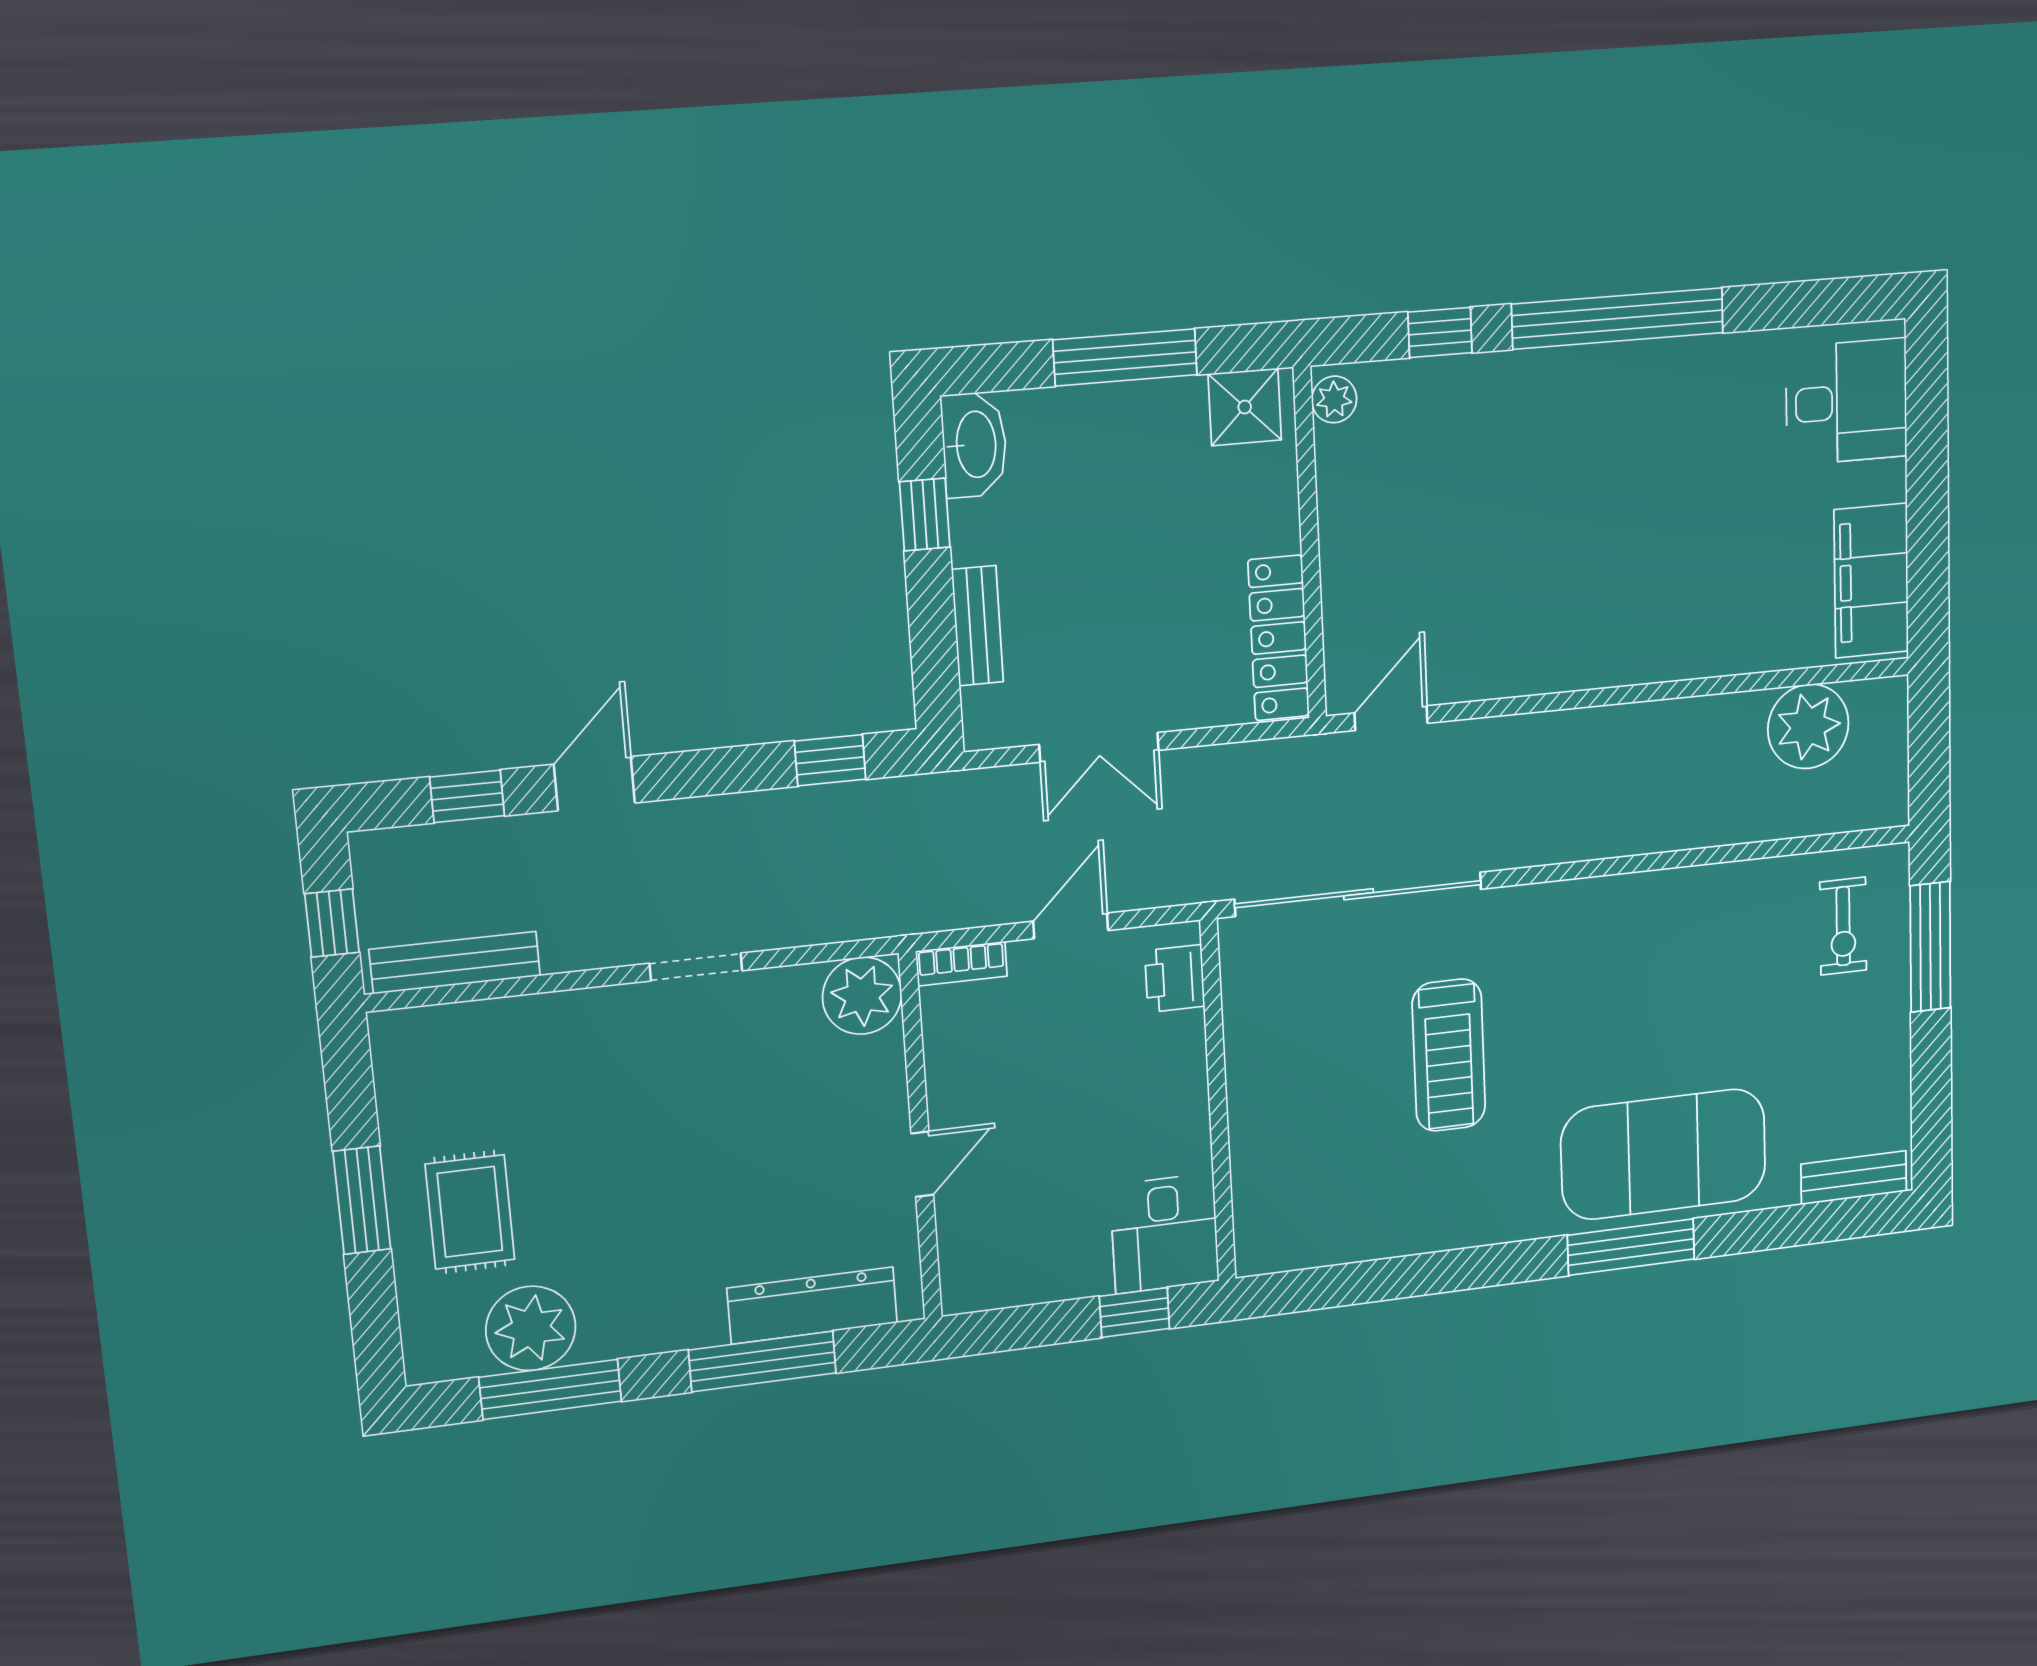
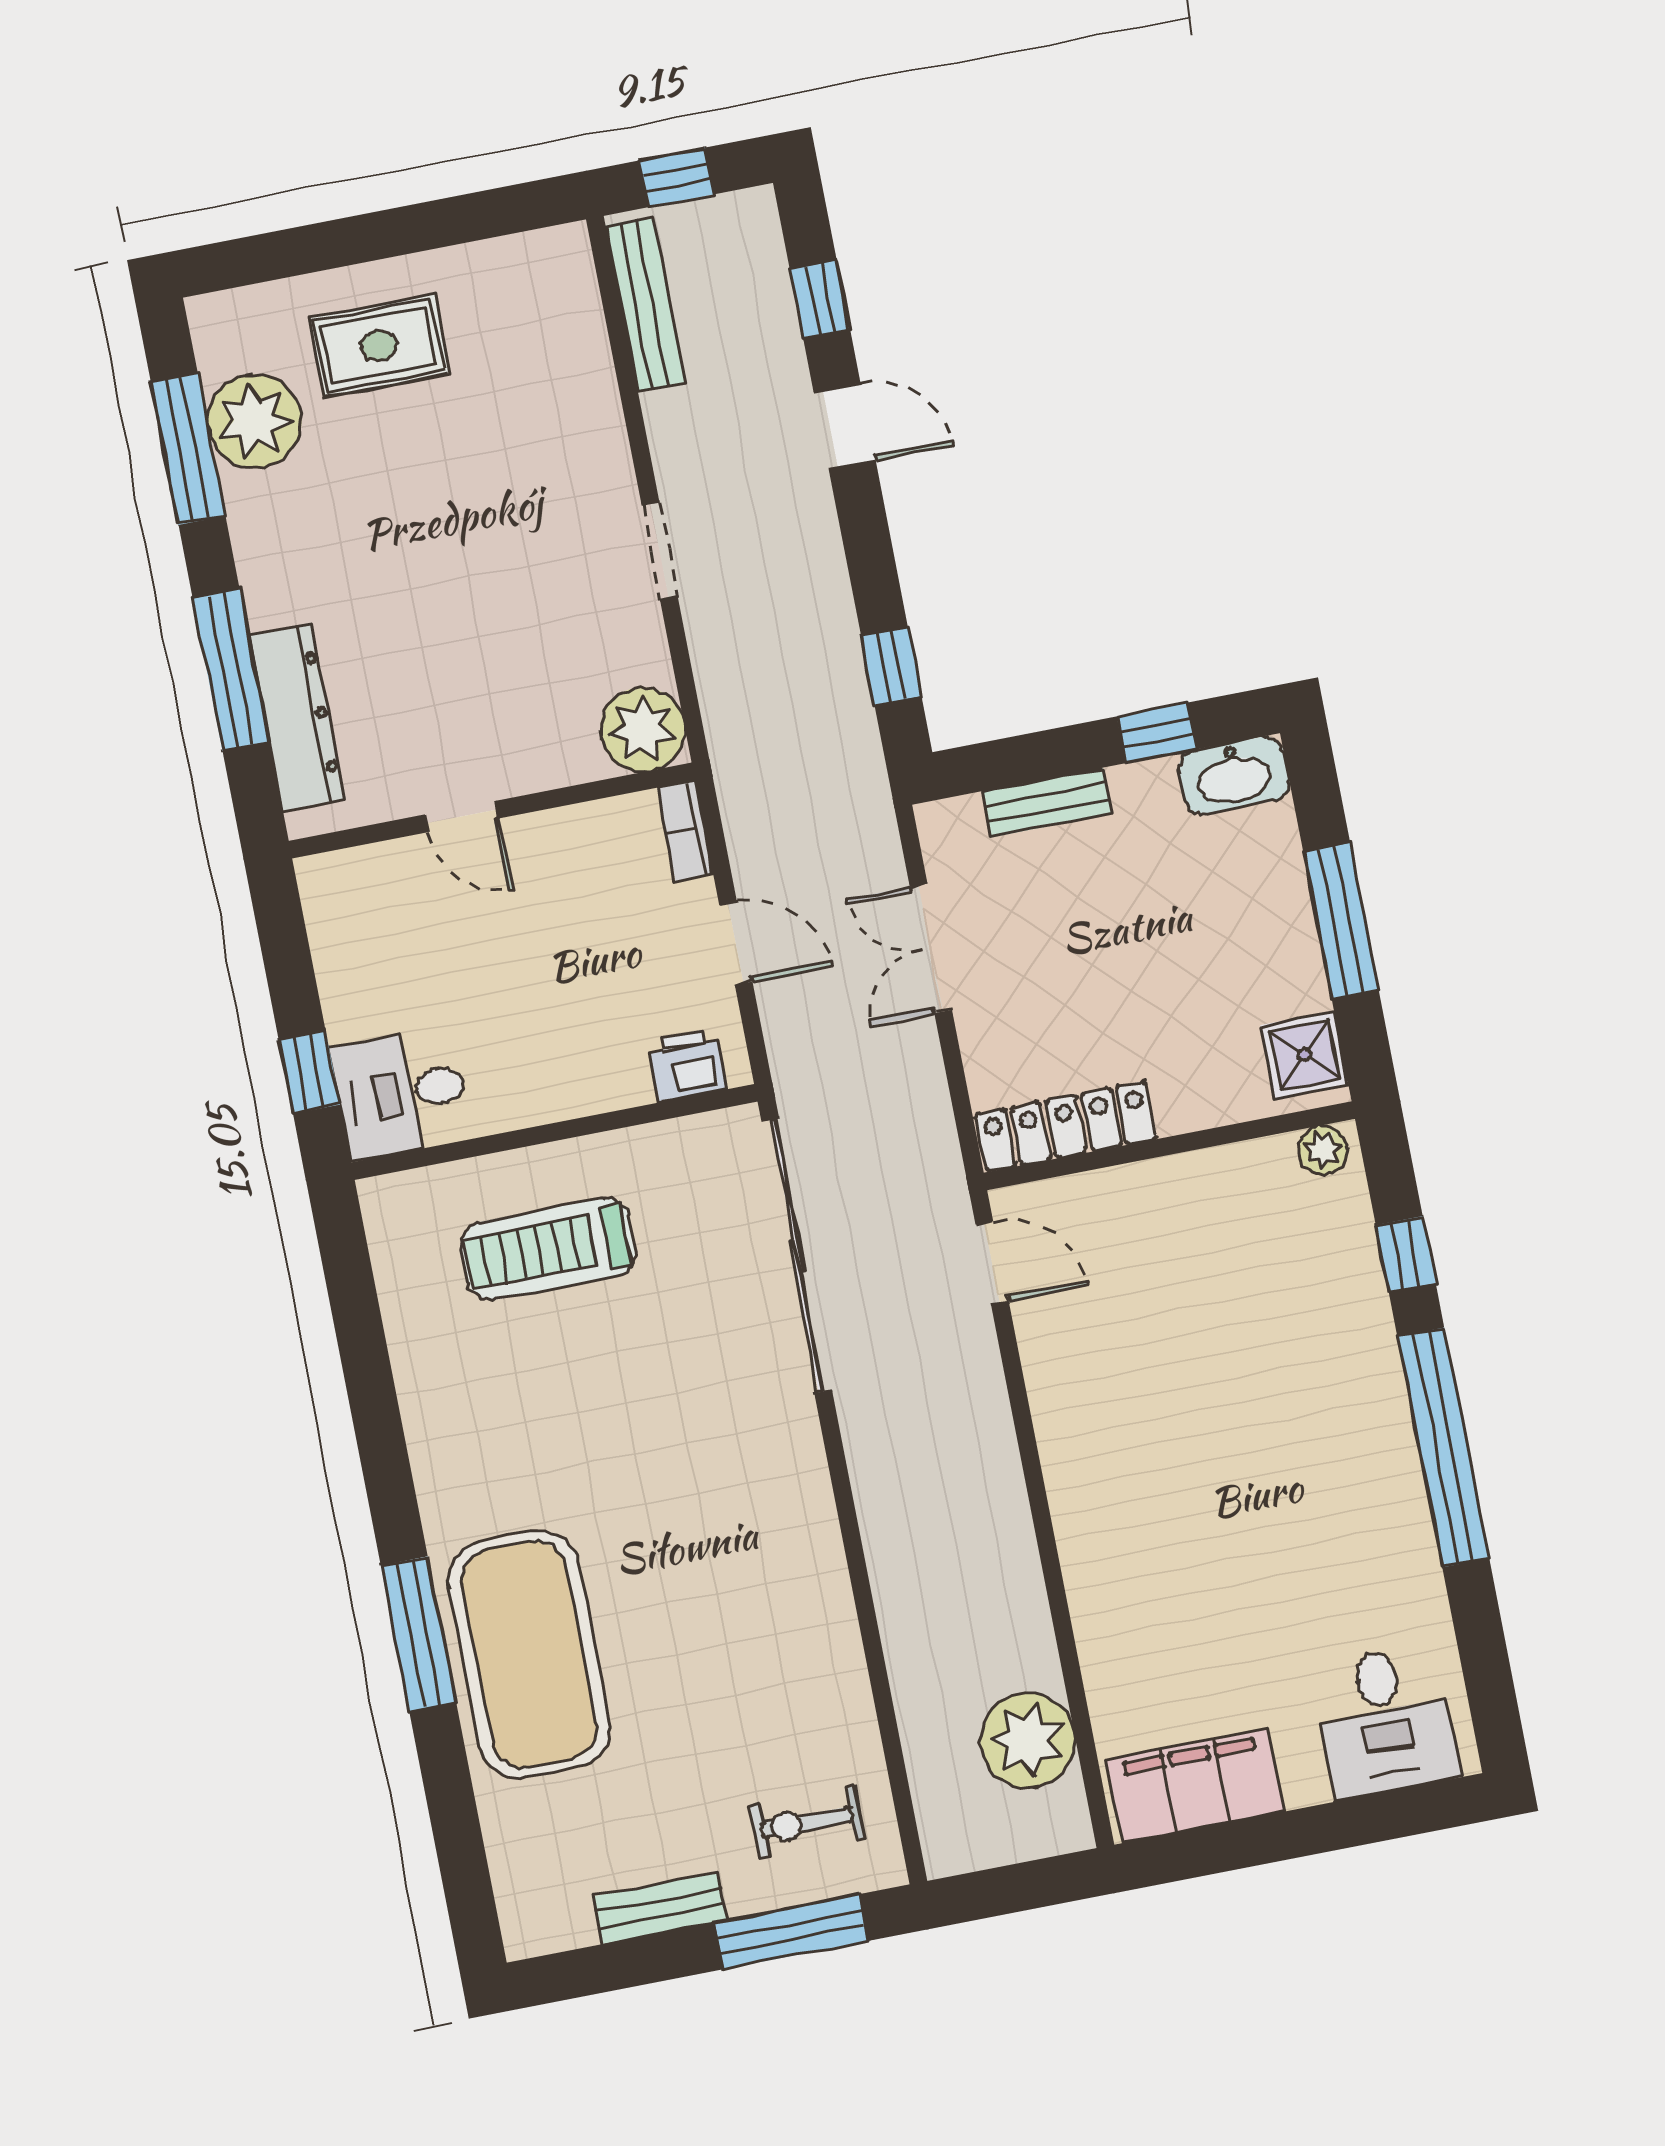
treadmill: (1449, 1055) -> (548, 1249), moved
bench: (1854, 1178) -> (660, 1908), moved, turned 90
window: (362, 1200) -> (384, 234), removed

